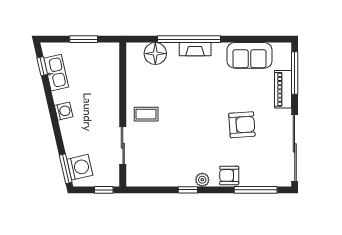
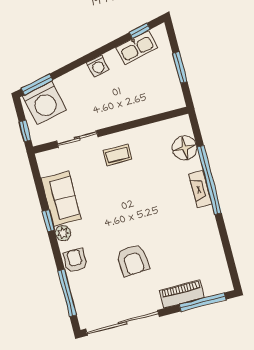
sofa: (249, 55) -> (61, 199), moved, turned 180
coffee table: (146, 114) -> (117, 155), turned 90
washing machine: (80, 167) -> (44, 103), width x1.37, depth x1.37

